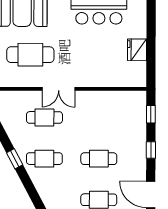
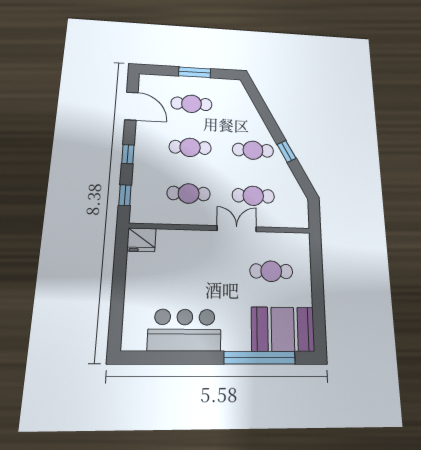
fridge: (137, 50) -> (141, 240), moved, turned 90
cafe table: (30, 55) -> (271, 271), width x0.73, depth x0.74
cafe table: (99, 118) -> (189, 193), added

